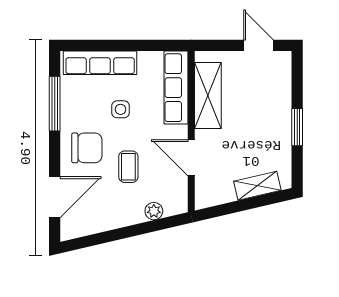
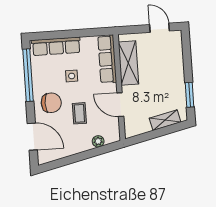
window: (55, 104) -> (28, 75), width x1.46
window: (297, 127) -> (190, 95), moved
door: (55, 197) -> (32, 137), hinge flipped

